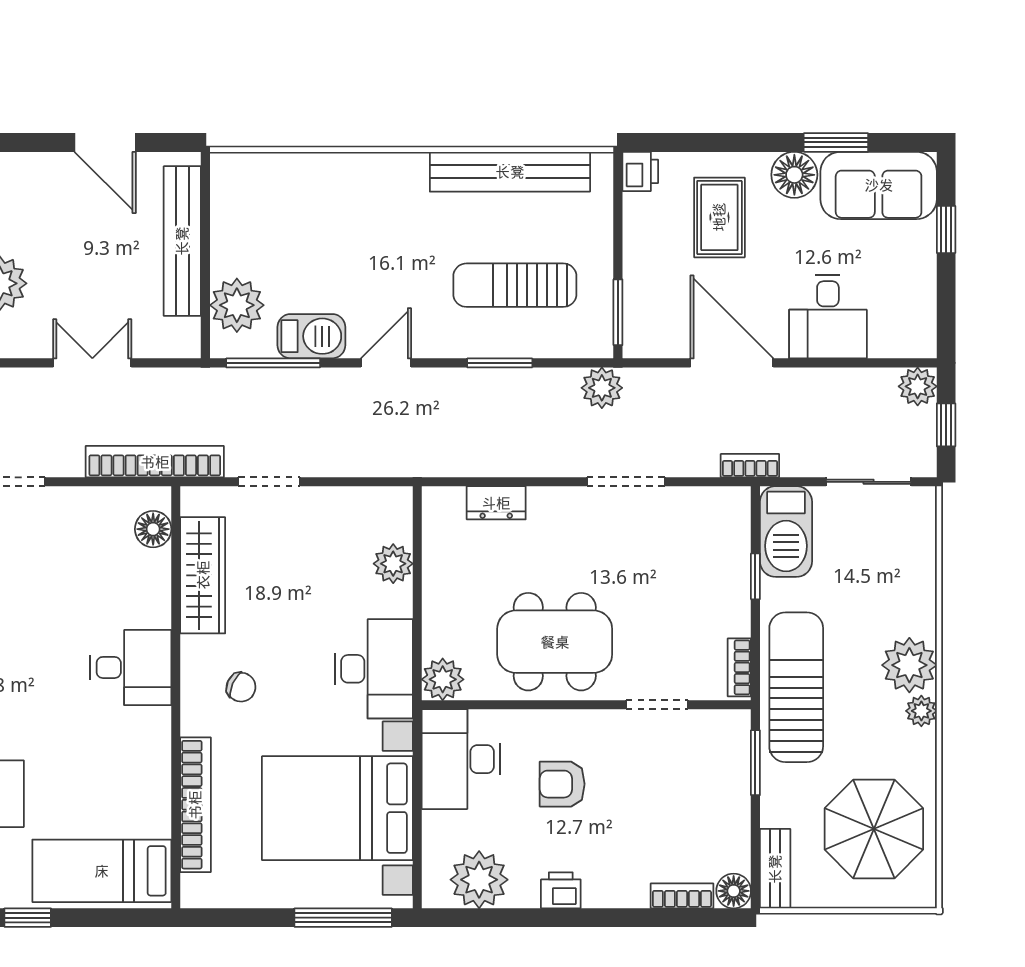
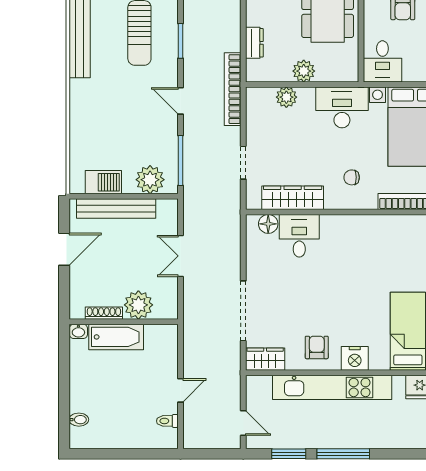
barbecue: (311, 336) -> (103, 182), moved, turned 90
bookcase: (155, 462) -> (233, 89), moved
desk: (131, 667) -> (299, 236), moved
plant: (443, 679) -> (304, 71), moved
chair: (241, 687) -> (352, 177), turned -114
desk: (461, 759) -> (382, 61), width x0.73

